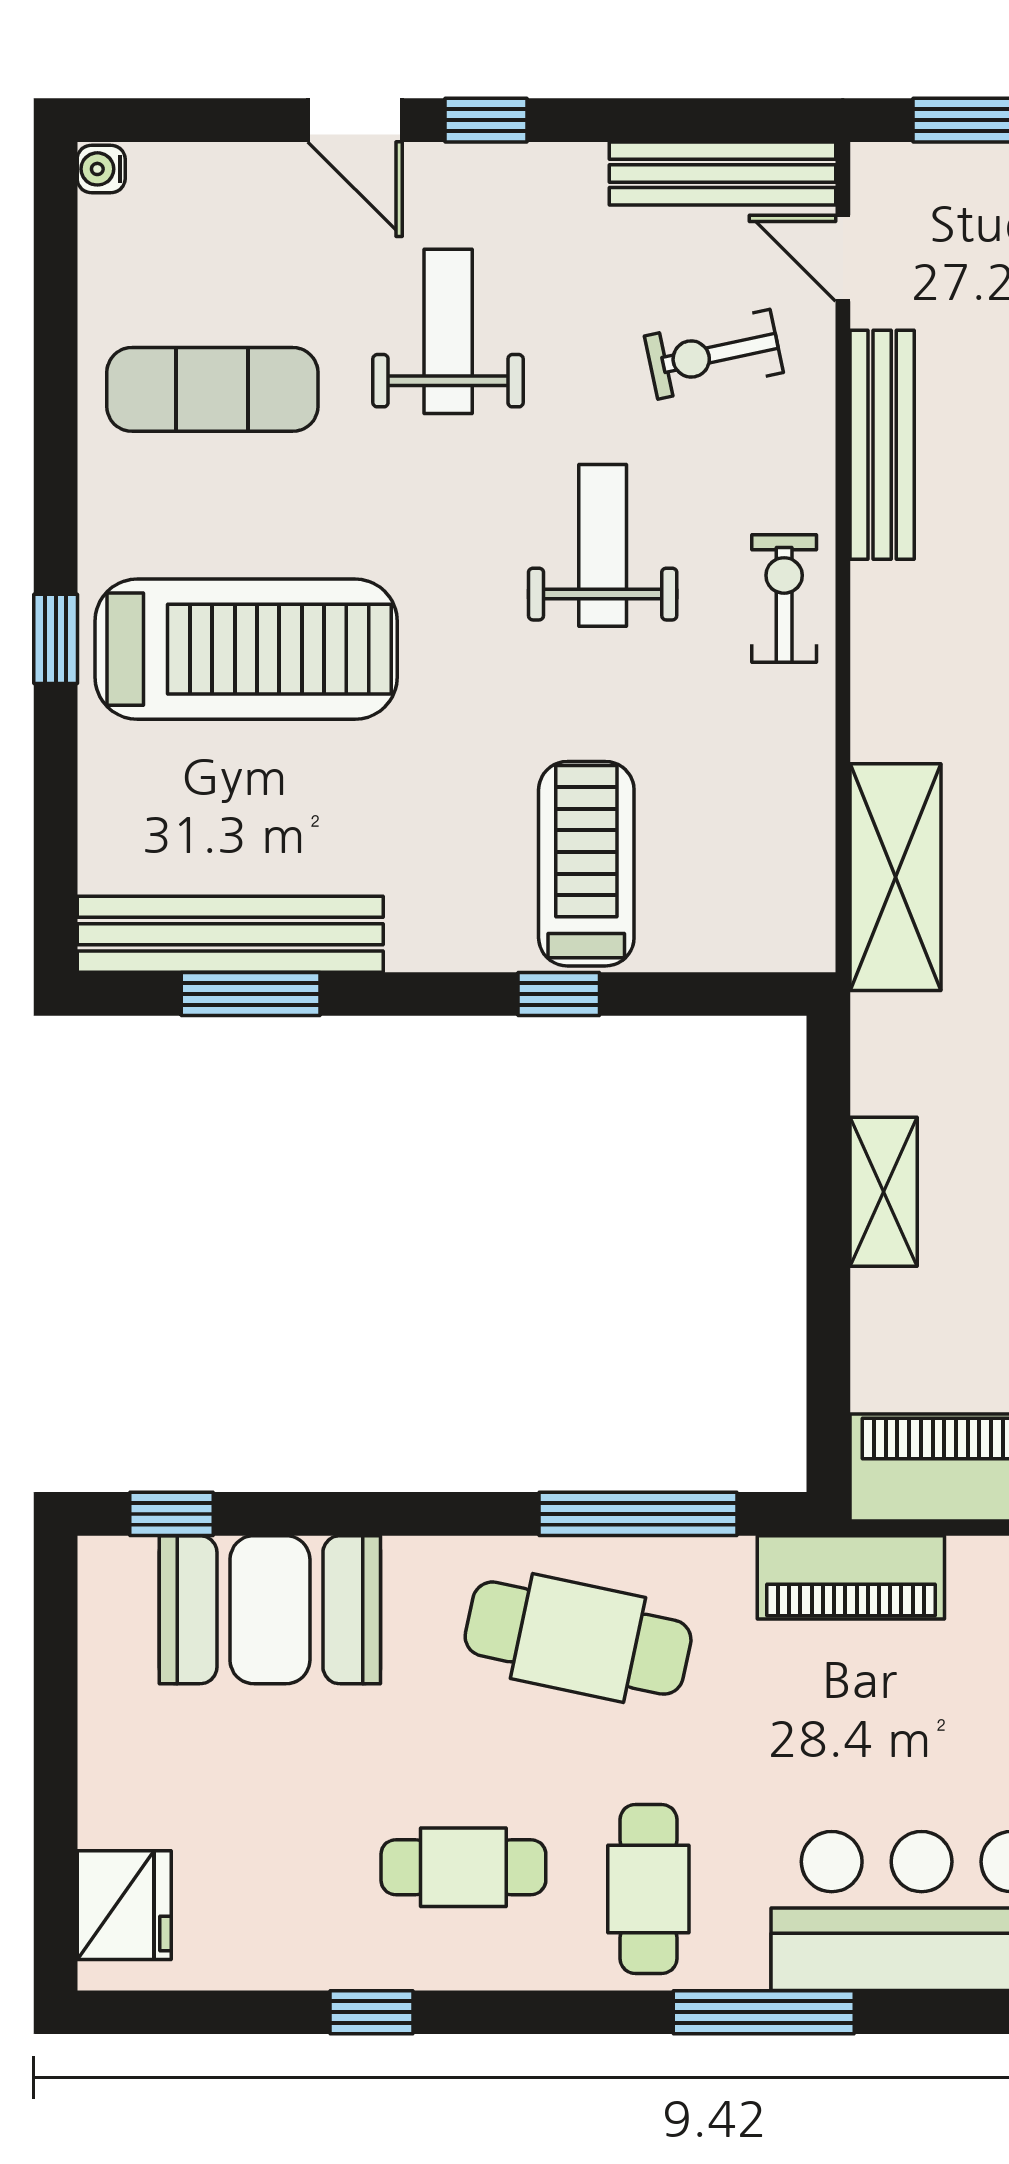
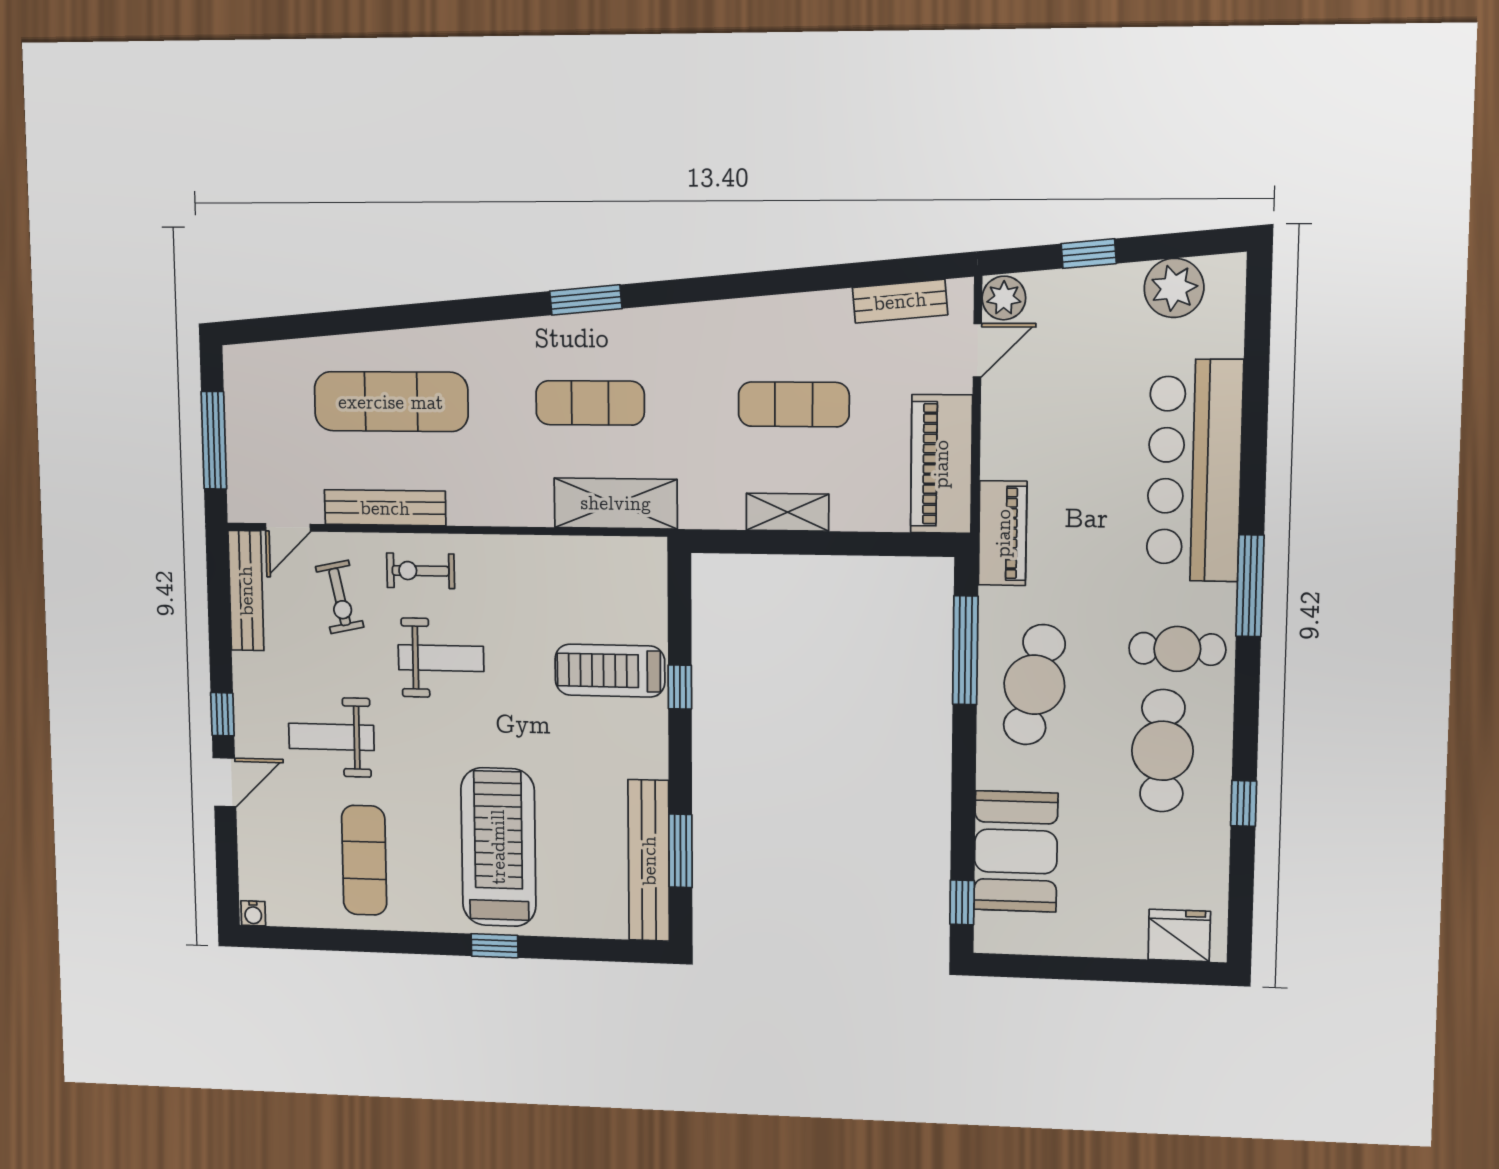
weight bench: (603, 545) -> (441, 658), turned 180
exercise bike: (784, 598) -> (421, 571), moved
cafe table: (463, 1867) -> (1162, 751), width x1.37, depth x1.35

